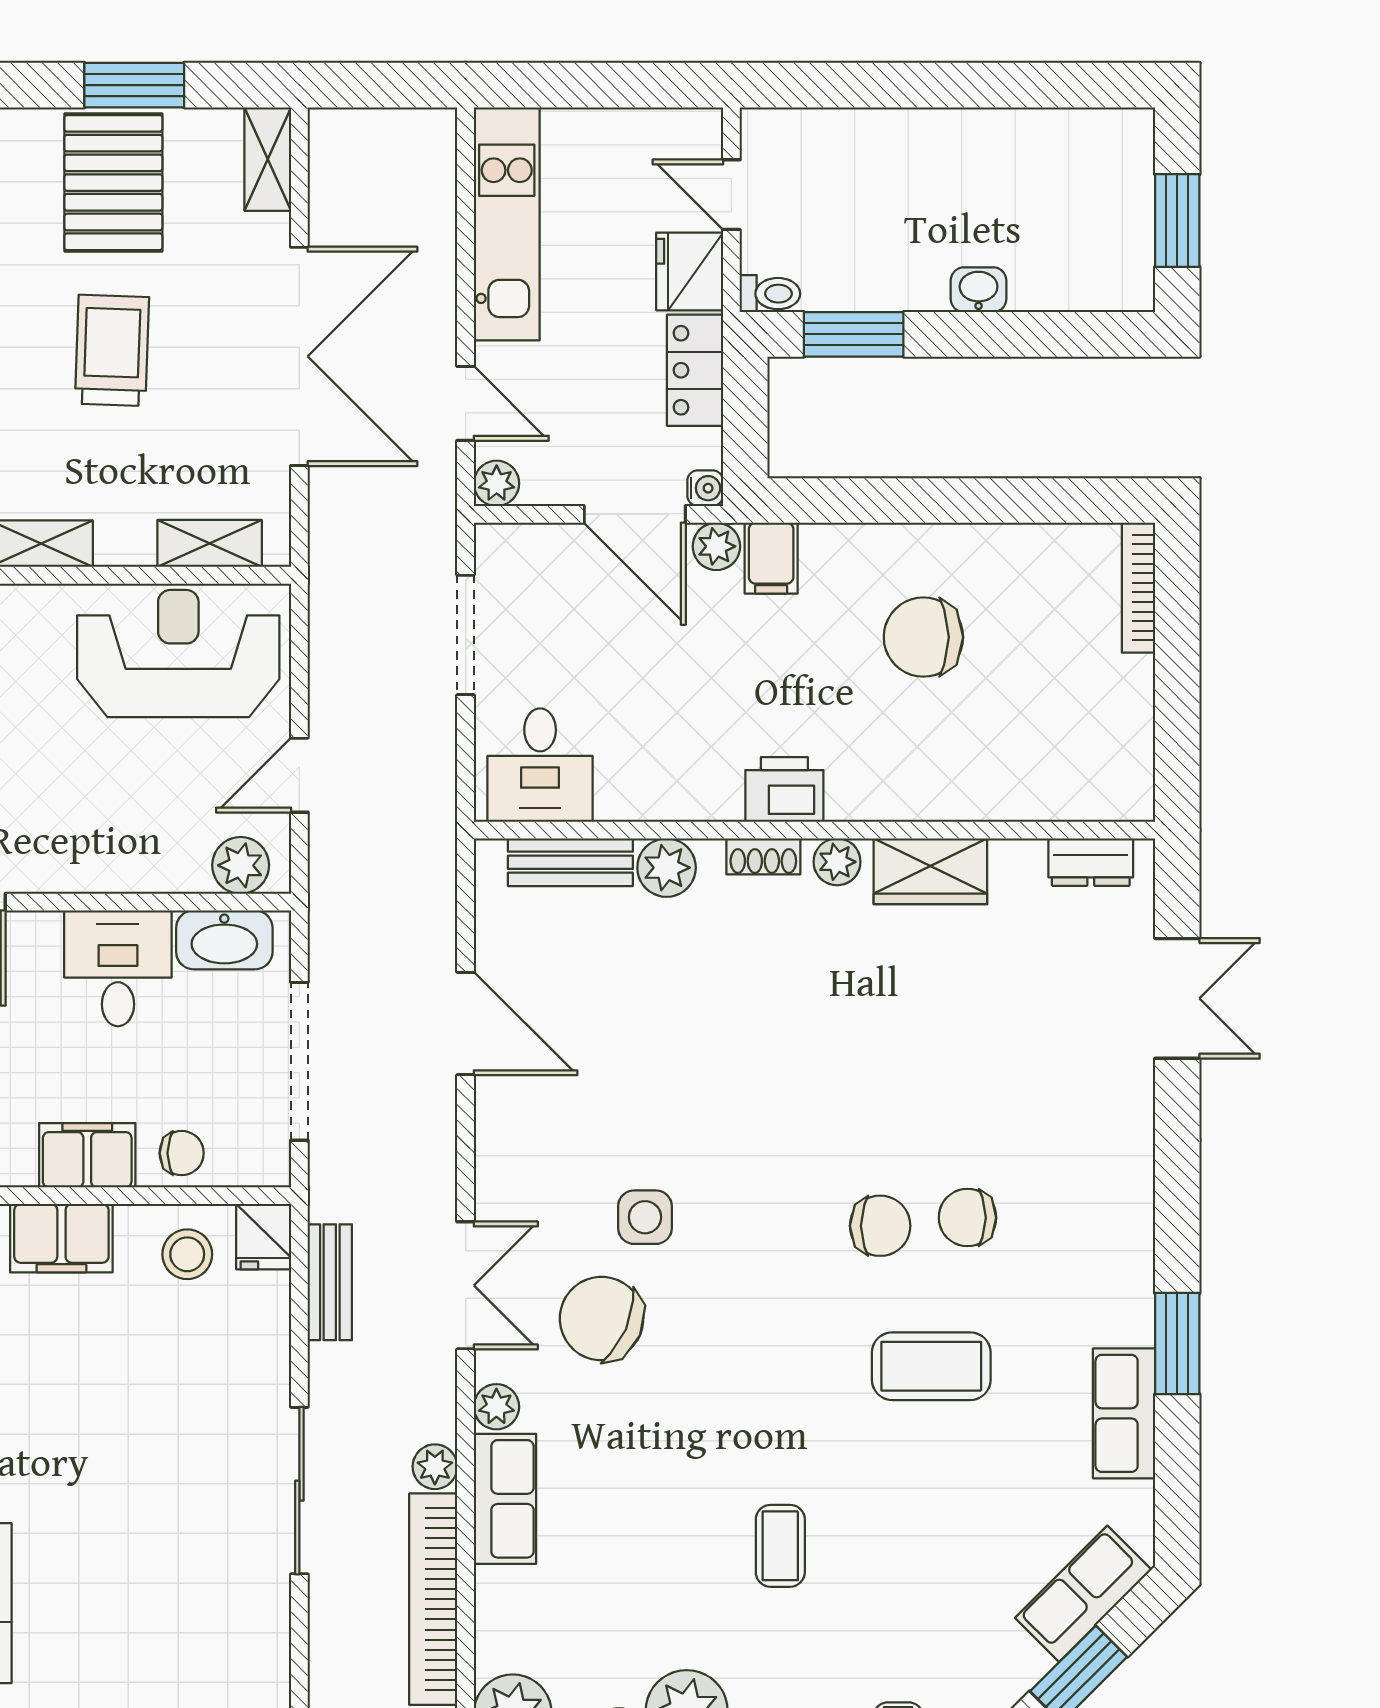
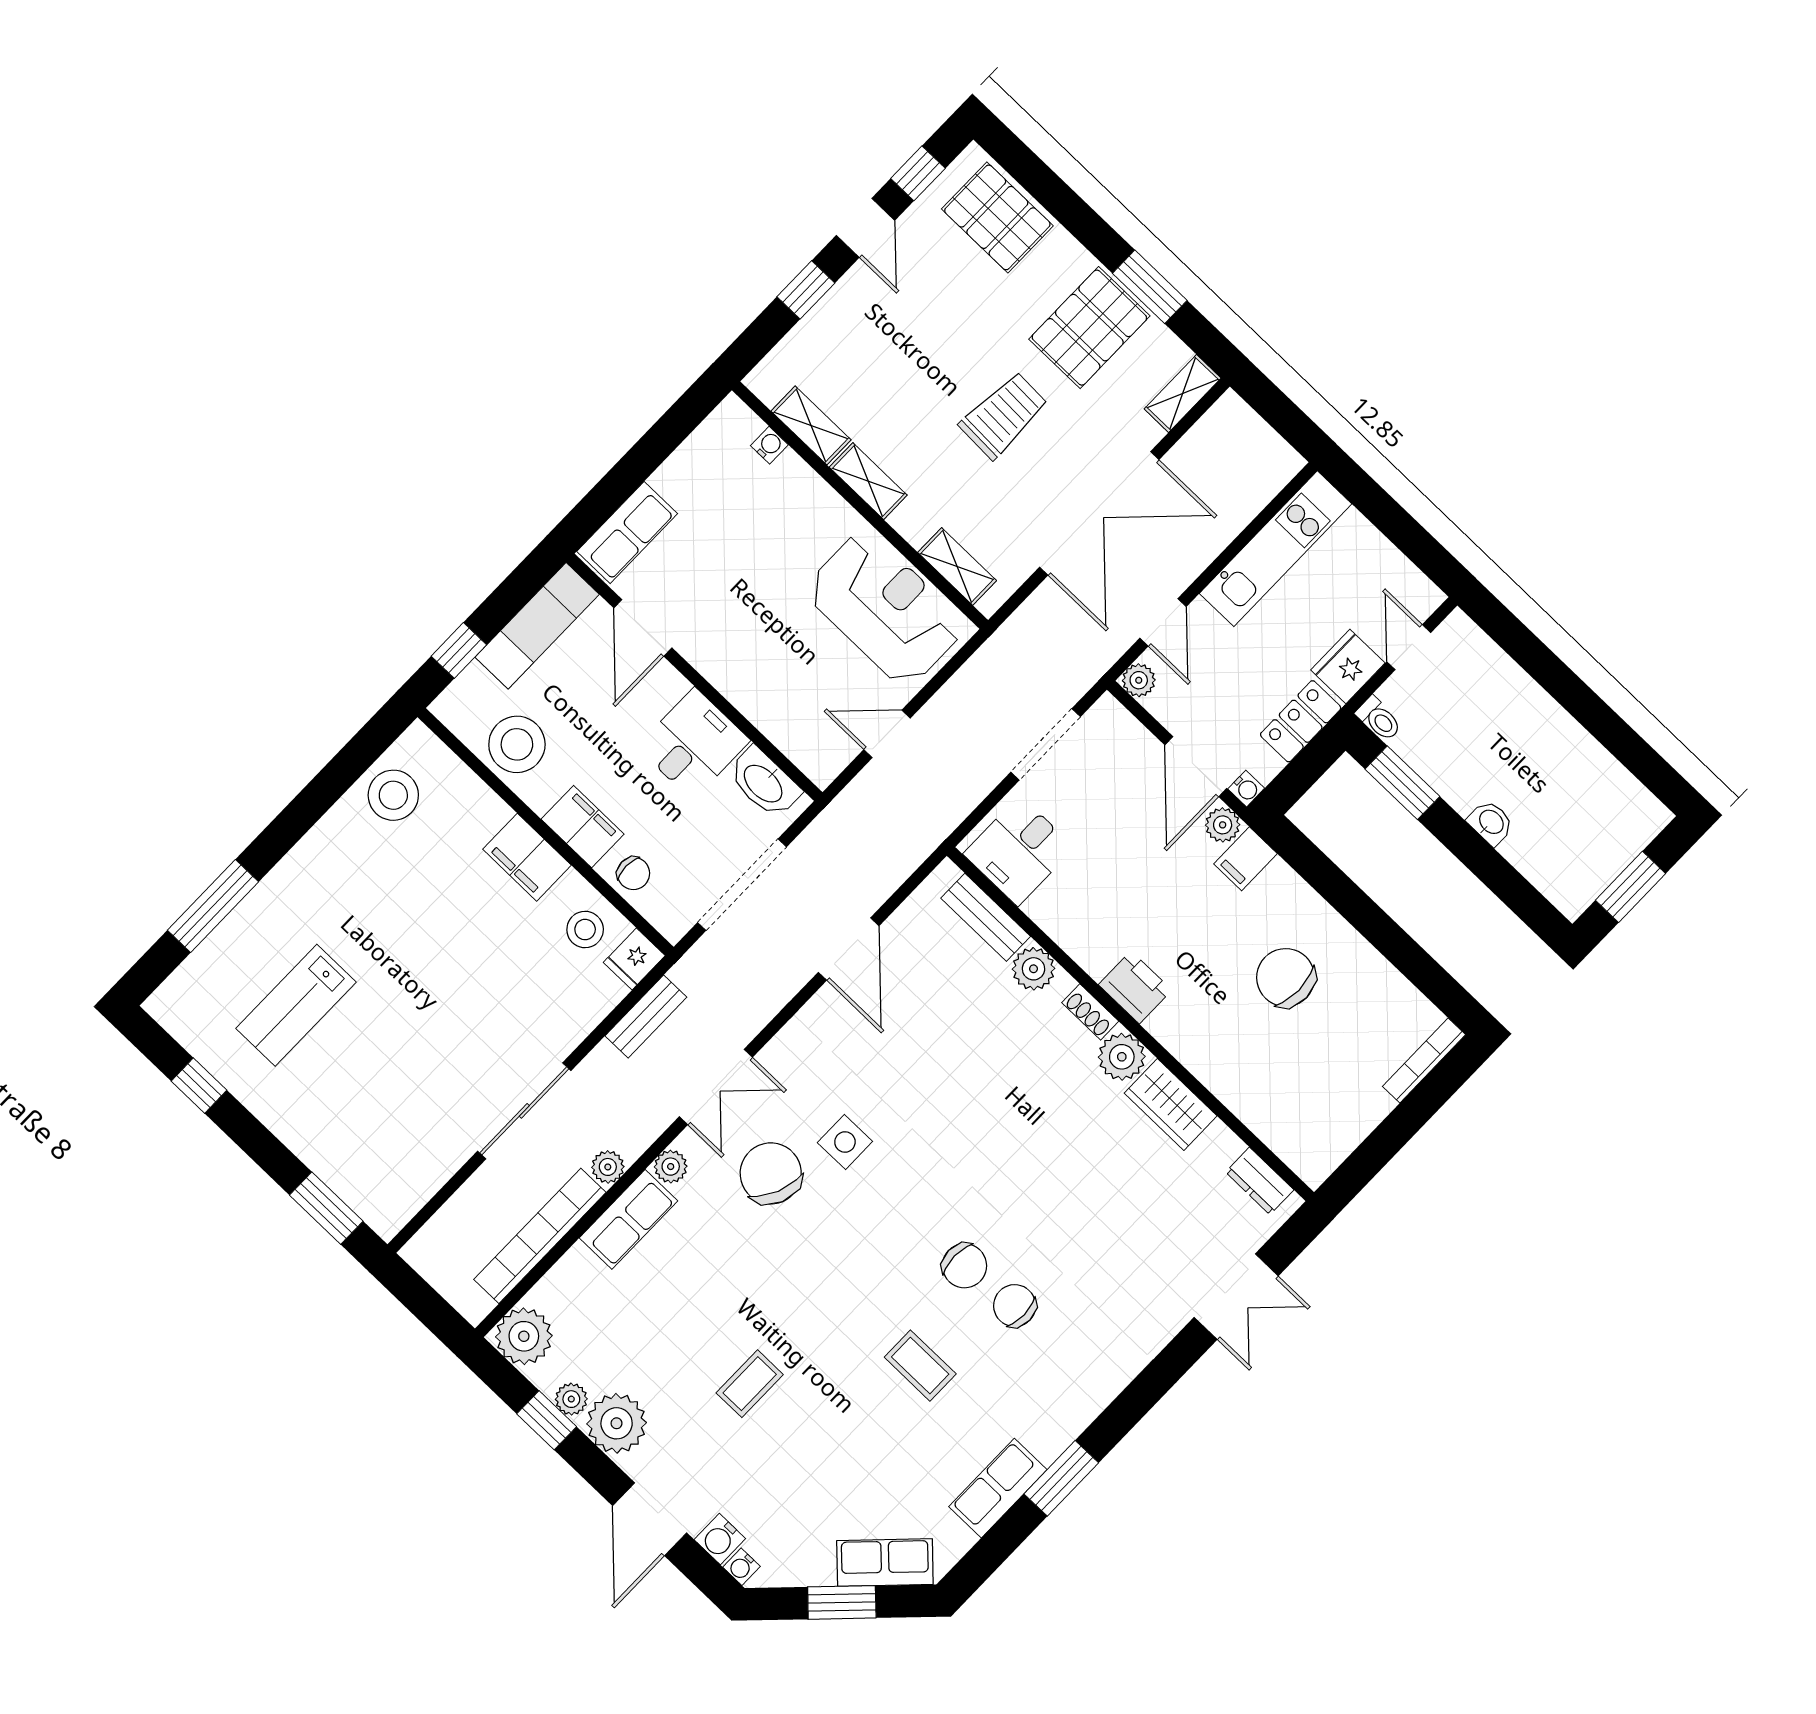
plant: (837, 862) -> (1122, 1057), width x1.38, depth x1.38
plant: (241, 865) -> (810, 752), removed
coffee table: (931, 1366) -> (920, 1366), width x0.73, depth x0.77

